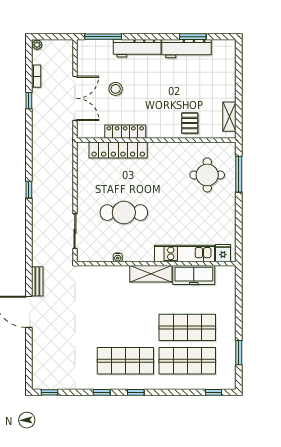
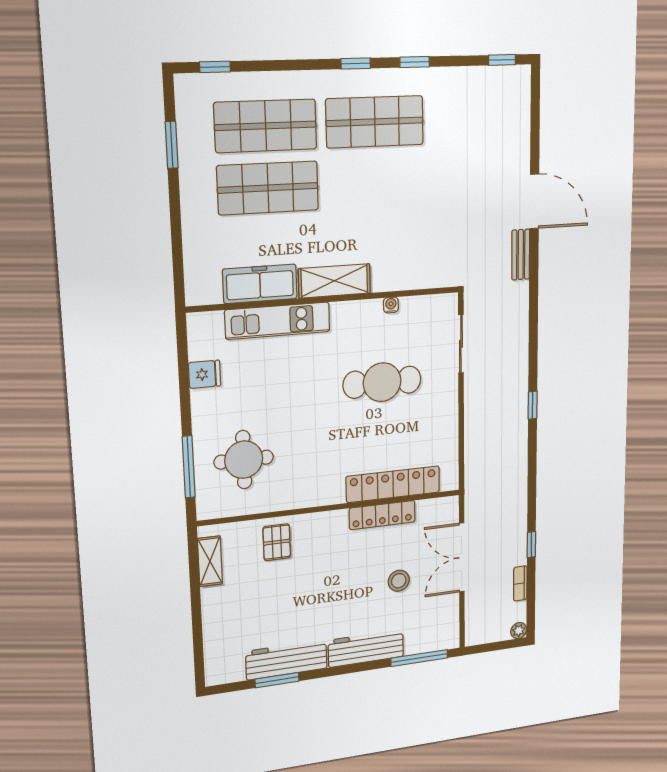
fridge: (223, 253) -> (205, 374), moved, turned -90

